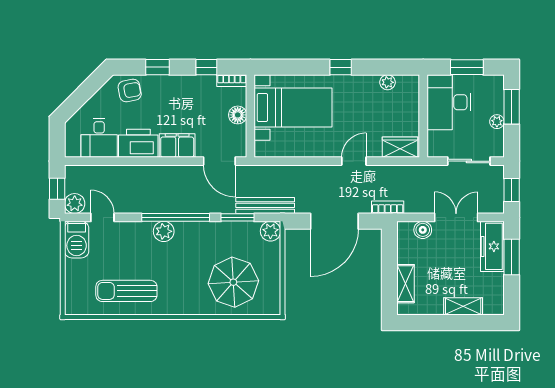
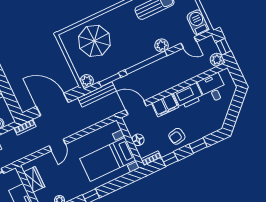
armchair: (130, 91) -> (177, 136), moved
wardrobe: (400, 147) -> (34, 179), moved, turned -90
plant: (75, 204) -> (217, 60), moved
door: (334, 221) -> (52, 104), hinge flipped
plant: (164, 231) -> (162, 45), moved

